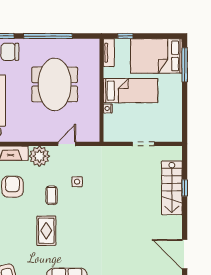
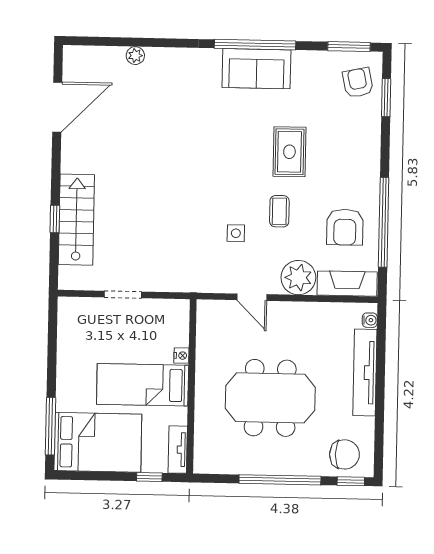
meeting table: (55, 84) -> (270, 398), turned 90
door: (67, 144) -> (252, 297), hinge flipped
door: (185, 254) -> (57, 107), hinge flipped

